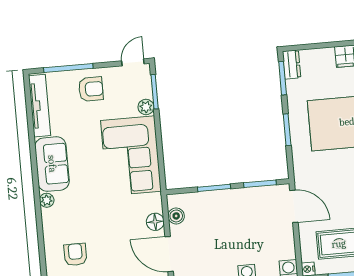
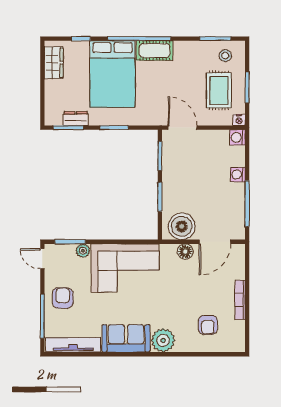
dresser: (292, 65) -> (76, 119), moved
plant: (47, 200) -> (163, 340), width x1.88, depth x1.88
door: (294, 206) -> (182, 128), hinge flipped
boiler: (176, 216) -> (182, 226), width x1.86, depth x1.86
armchair: (75, 254) -> (208, 325), turned -90

